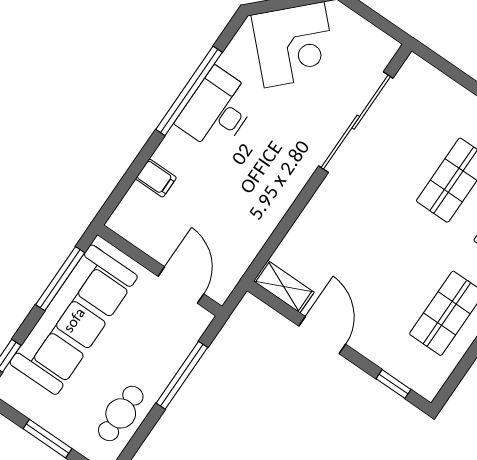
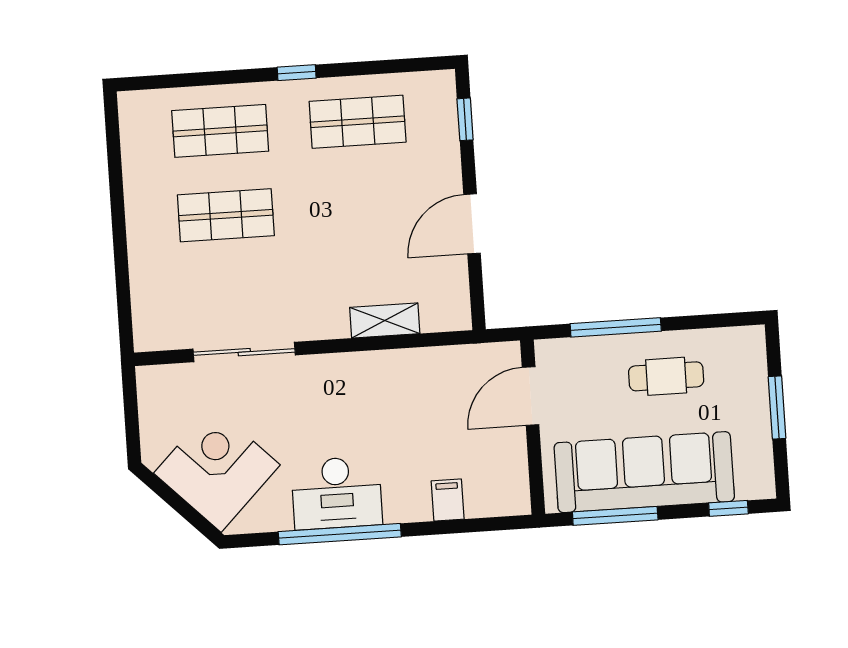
sliding door: (356, 122) -> (244, 352), width x0.73
shelving: (284, 287) -> (385, 321), moved, turned 90
cafe table: (121, 413) -> (666, 376), moved

